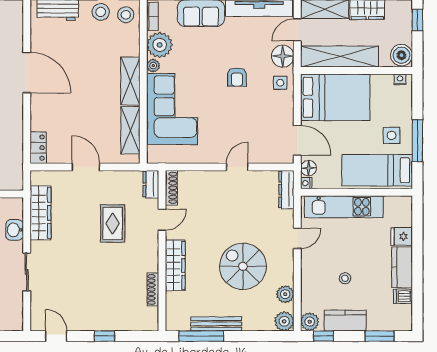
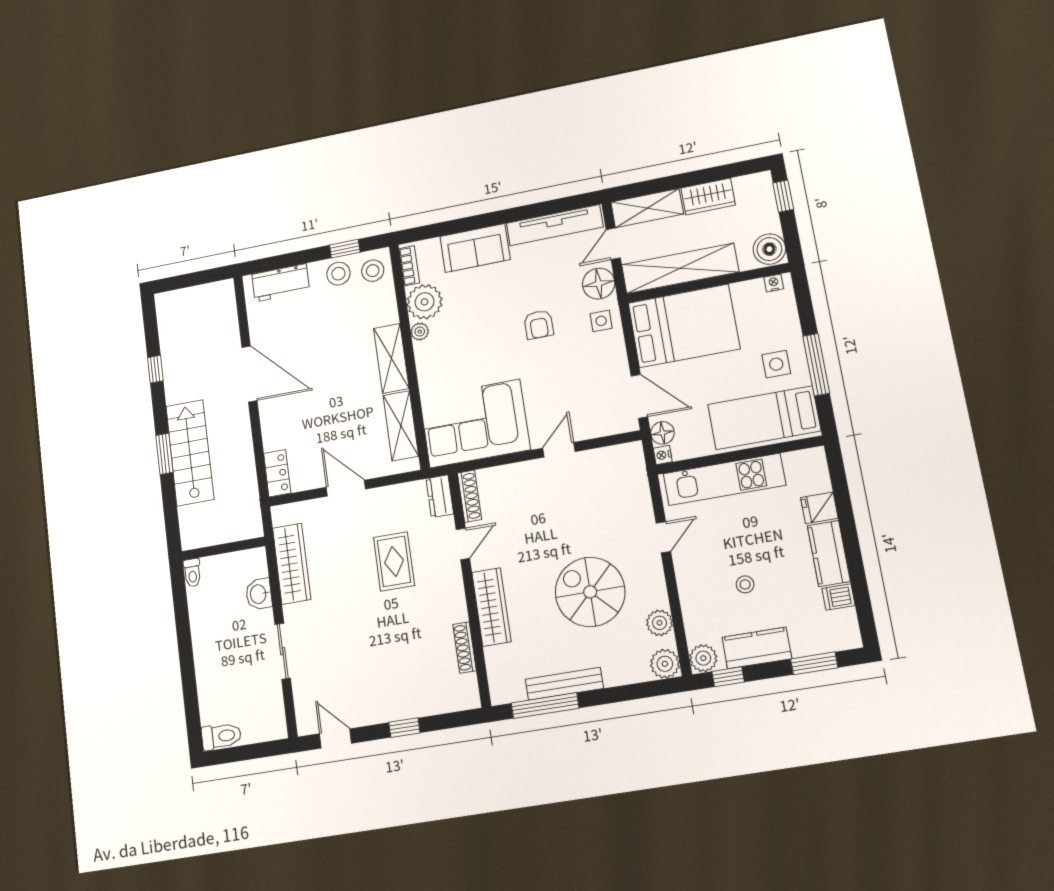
corner sofa: (172, 109) -> (475, 424), moved, turned -90
dresser: (286, 190) -> (635, 469), removed

